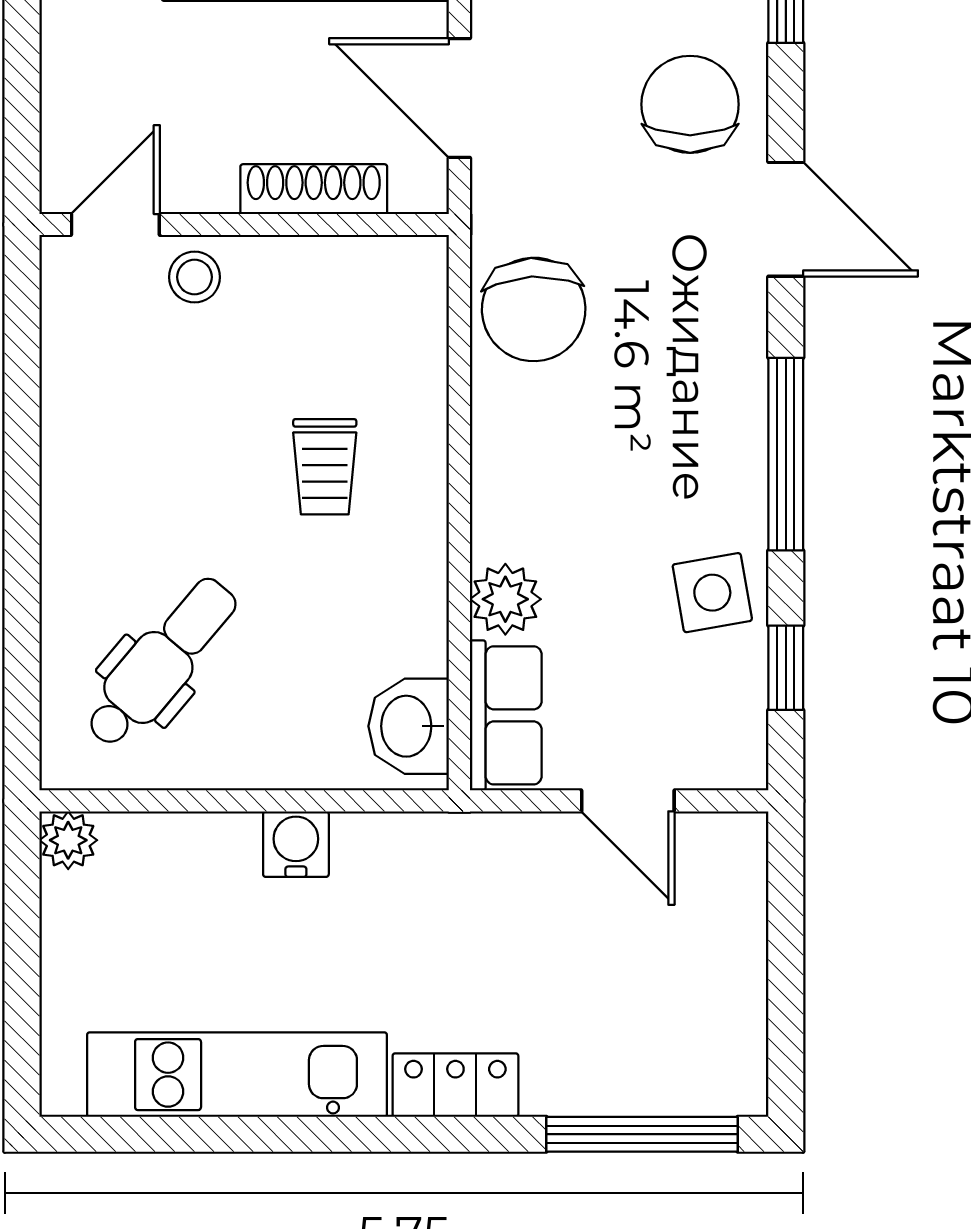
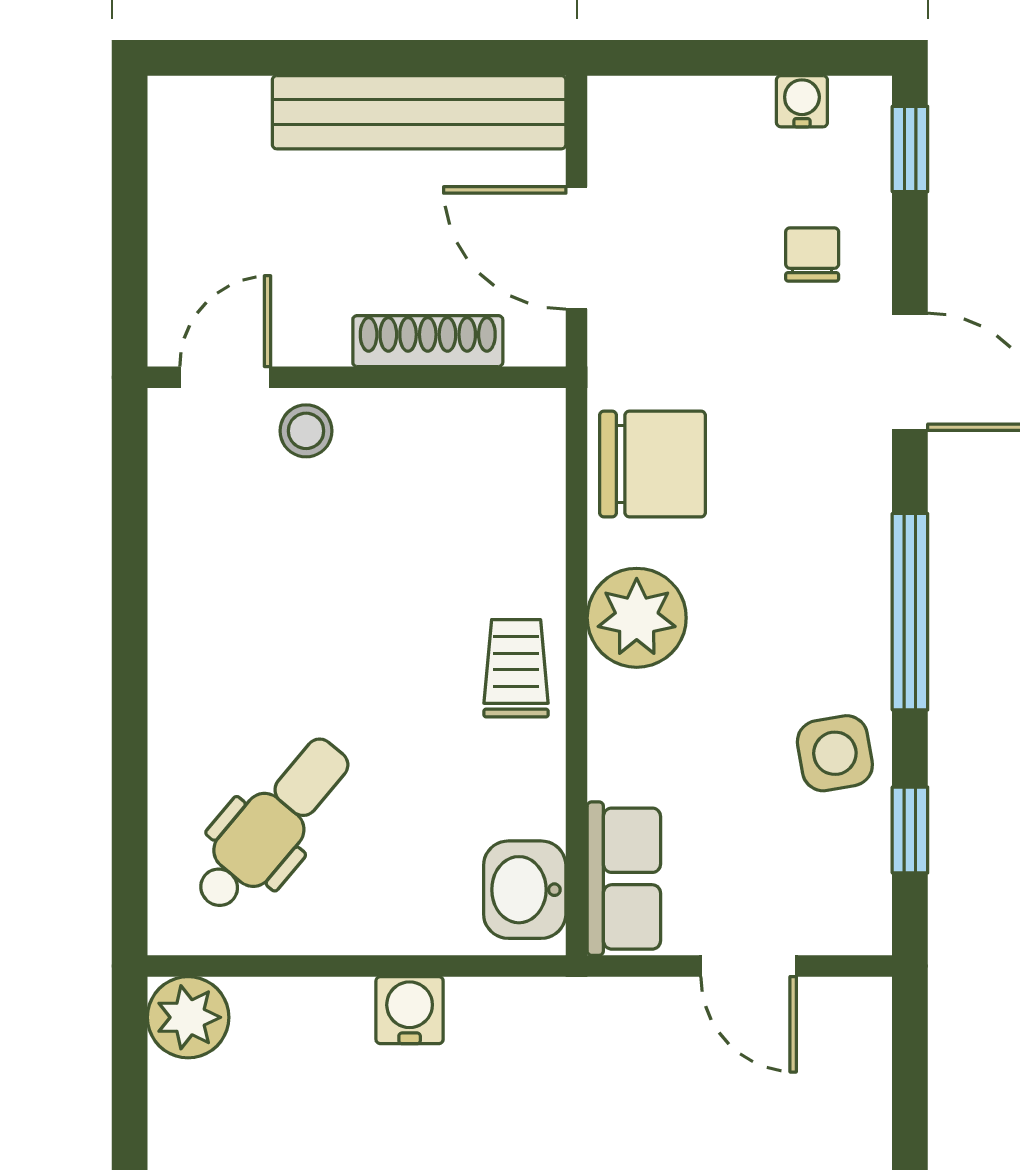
chair: (690, 104) -> (812, 254), width x0.54, depth x0.54
chair: (534, 309) -> (652, 464), turned -87
trolley: (325, 467) -> (516, 668), moved, turned 180
plant: (505, 599) -> (637, 618), moved, width x1.36, depth x1.36
plant: (68, 840) -> (188, 1017), width x1.38, depth x1.38

